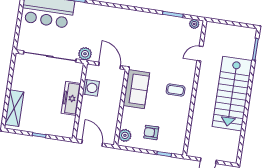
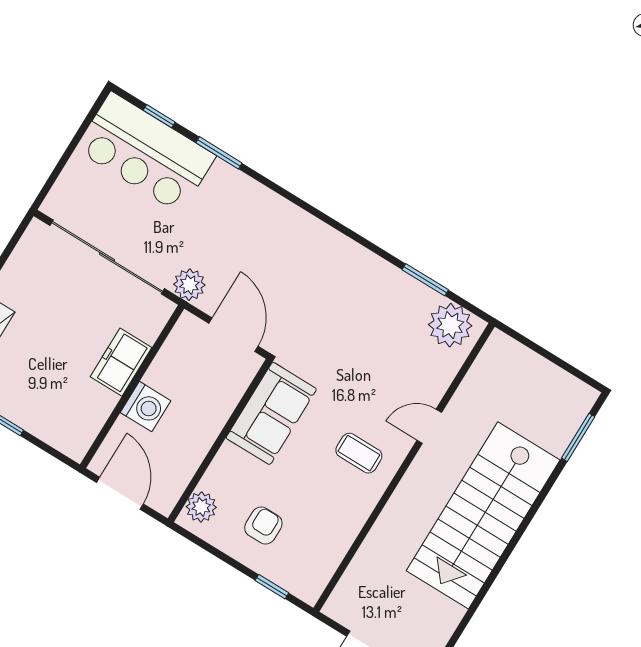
plant: (194, 24) -> (450, 325), width x1.88, depth x1.88
door: (200, 54) -> (429, 426), moved
washing machine: (91, 88) -> (145, 407), moved
freezer: (71, 98) -> (121, 362), width x0.71
armchair: (151, 132) -> (263, 526), turned 90

